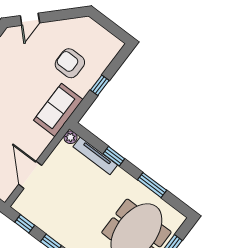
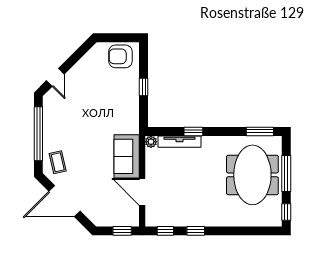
armchair: (70, 63) -> (120, 56), moved
sofa: (58, 110) -> (127, 156), moved
window: (152, 185) -> (260, 131), moved

